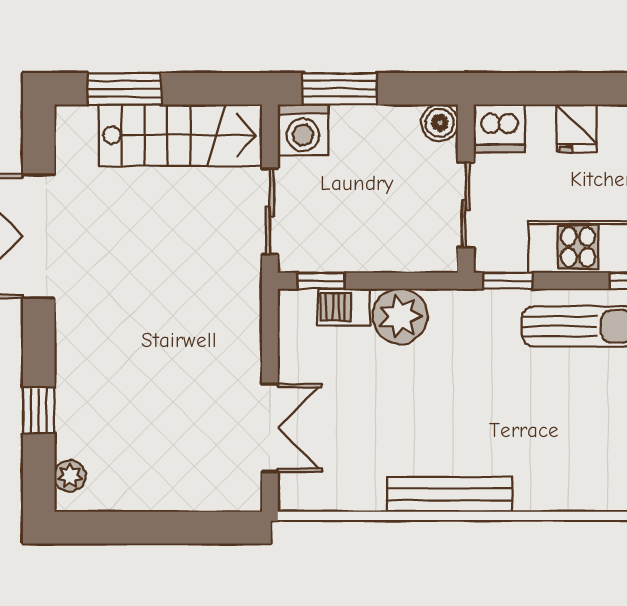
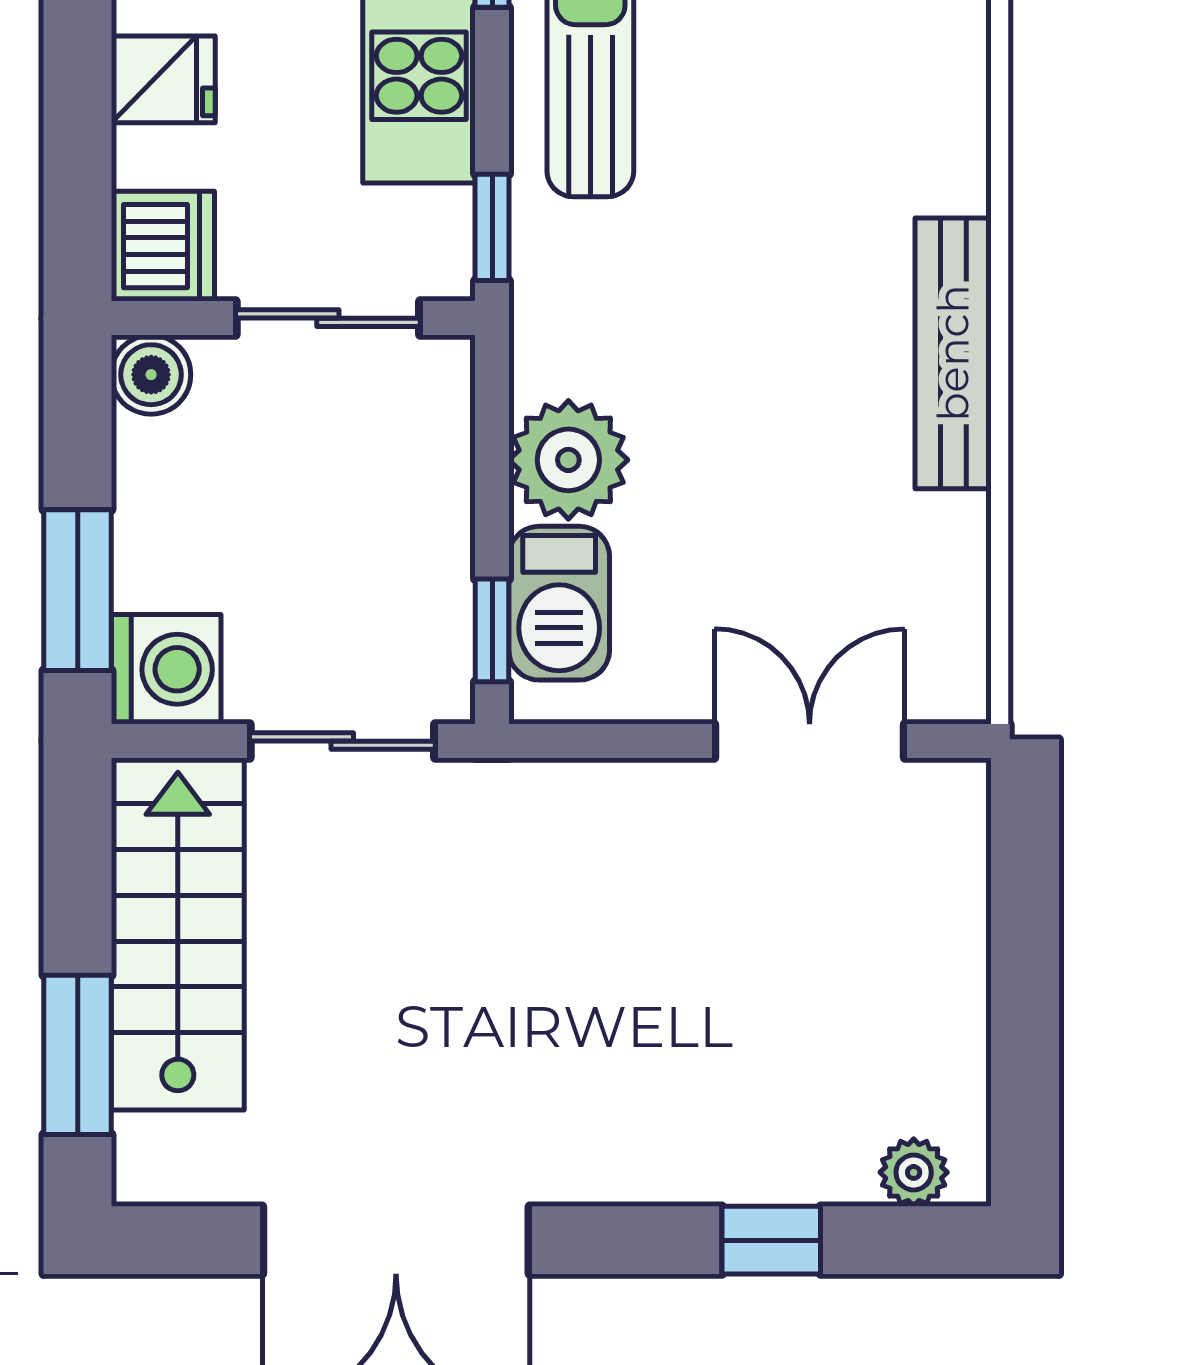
barbecue: (343, 307) -> (559, 603), width x1.38, depth x1.27

